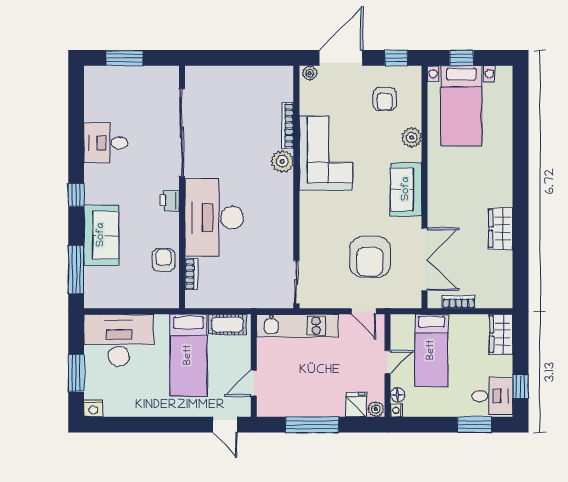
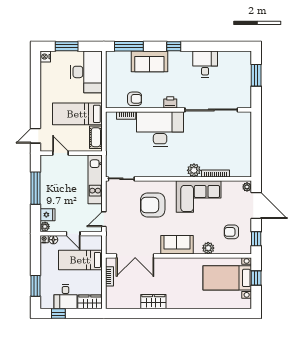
armchair: (370, 257) -> (153, 205), moved
desk: (492, 396) -> (65, 297), moved

